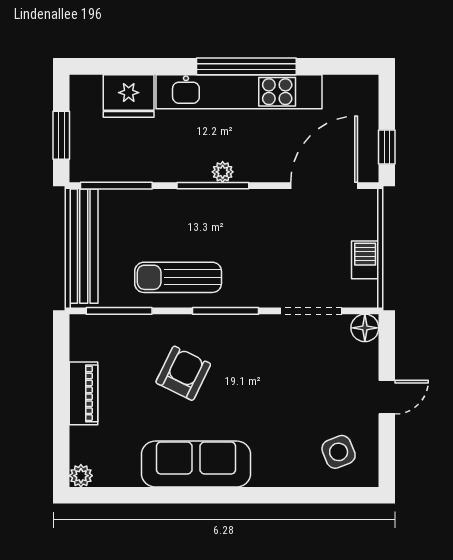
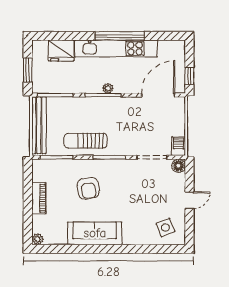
barbecue: (365, 260) -> (179, 146), moved
armchair: (183, 373) -> (88, 188), turned 145

